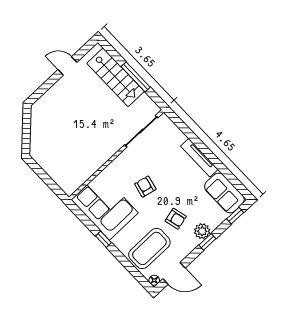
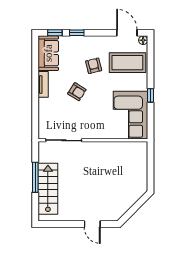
door: (67, 66) -> (92, 224), moved
tv unit: (199, 158) -> (43, 84), width x0.71
armchair: (145, 187) -> (77, 92), moved, turned -71
plant: (202, 231) -> (85, 42), removed
window: (207, 242) -> (77, 33), moved

